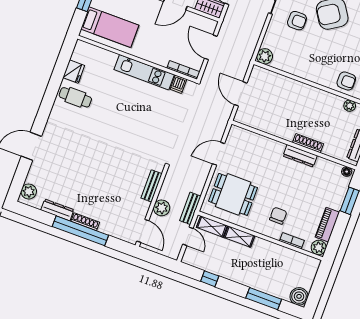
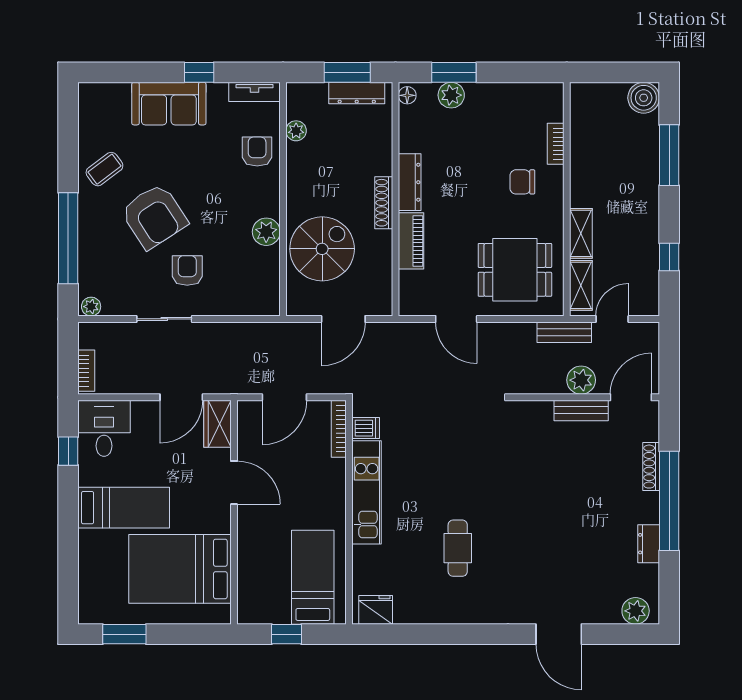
plant: (265, 56) -> (266, 232), moved
fridge: (74, 71) -> (376, 610), moved
spiral stairs: (282, 96) -> (322, 249), added
cafe table: (75, 97) -> (458, 548), moved
shoe rack: (308, 143) -> (384, 203), moved
bench: (151, 186) -> (581, 410), moved
dining table: (233, 194) -> (515, 270), turned 90
dresser: (57, 210) -> (649, 544), width x0.70
shoe rack: (85, 222) -> (651, 467), moved
piano: (327, 225) -> (411, 241), moved, turned -90
plant: (319, 248) -> (451, 95), moved

